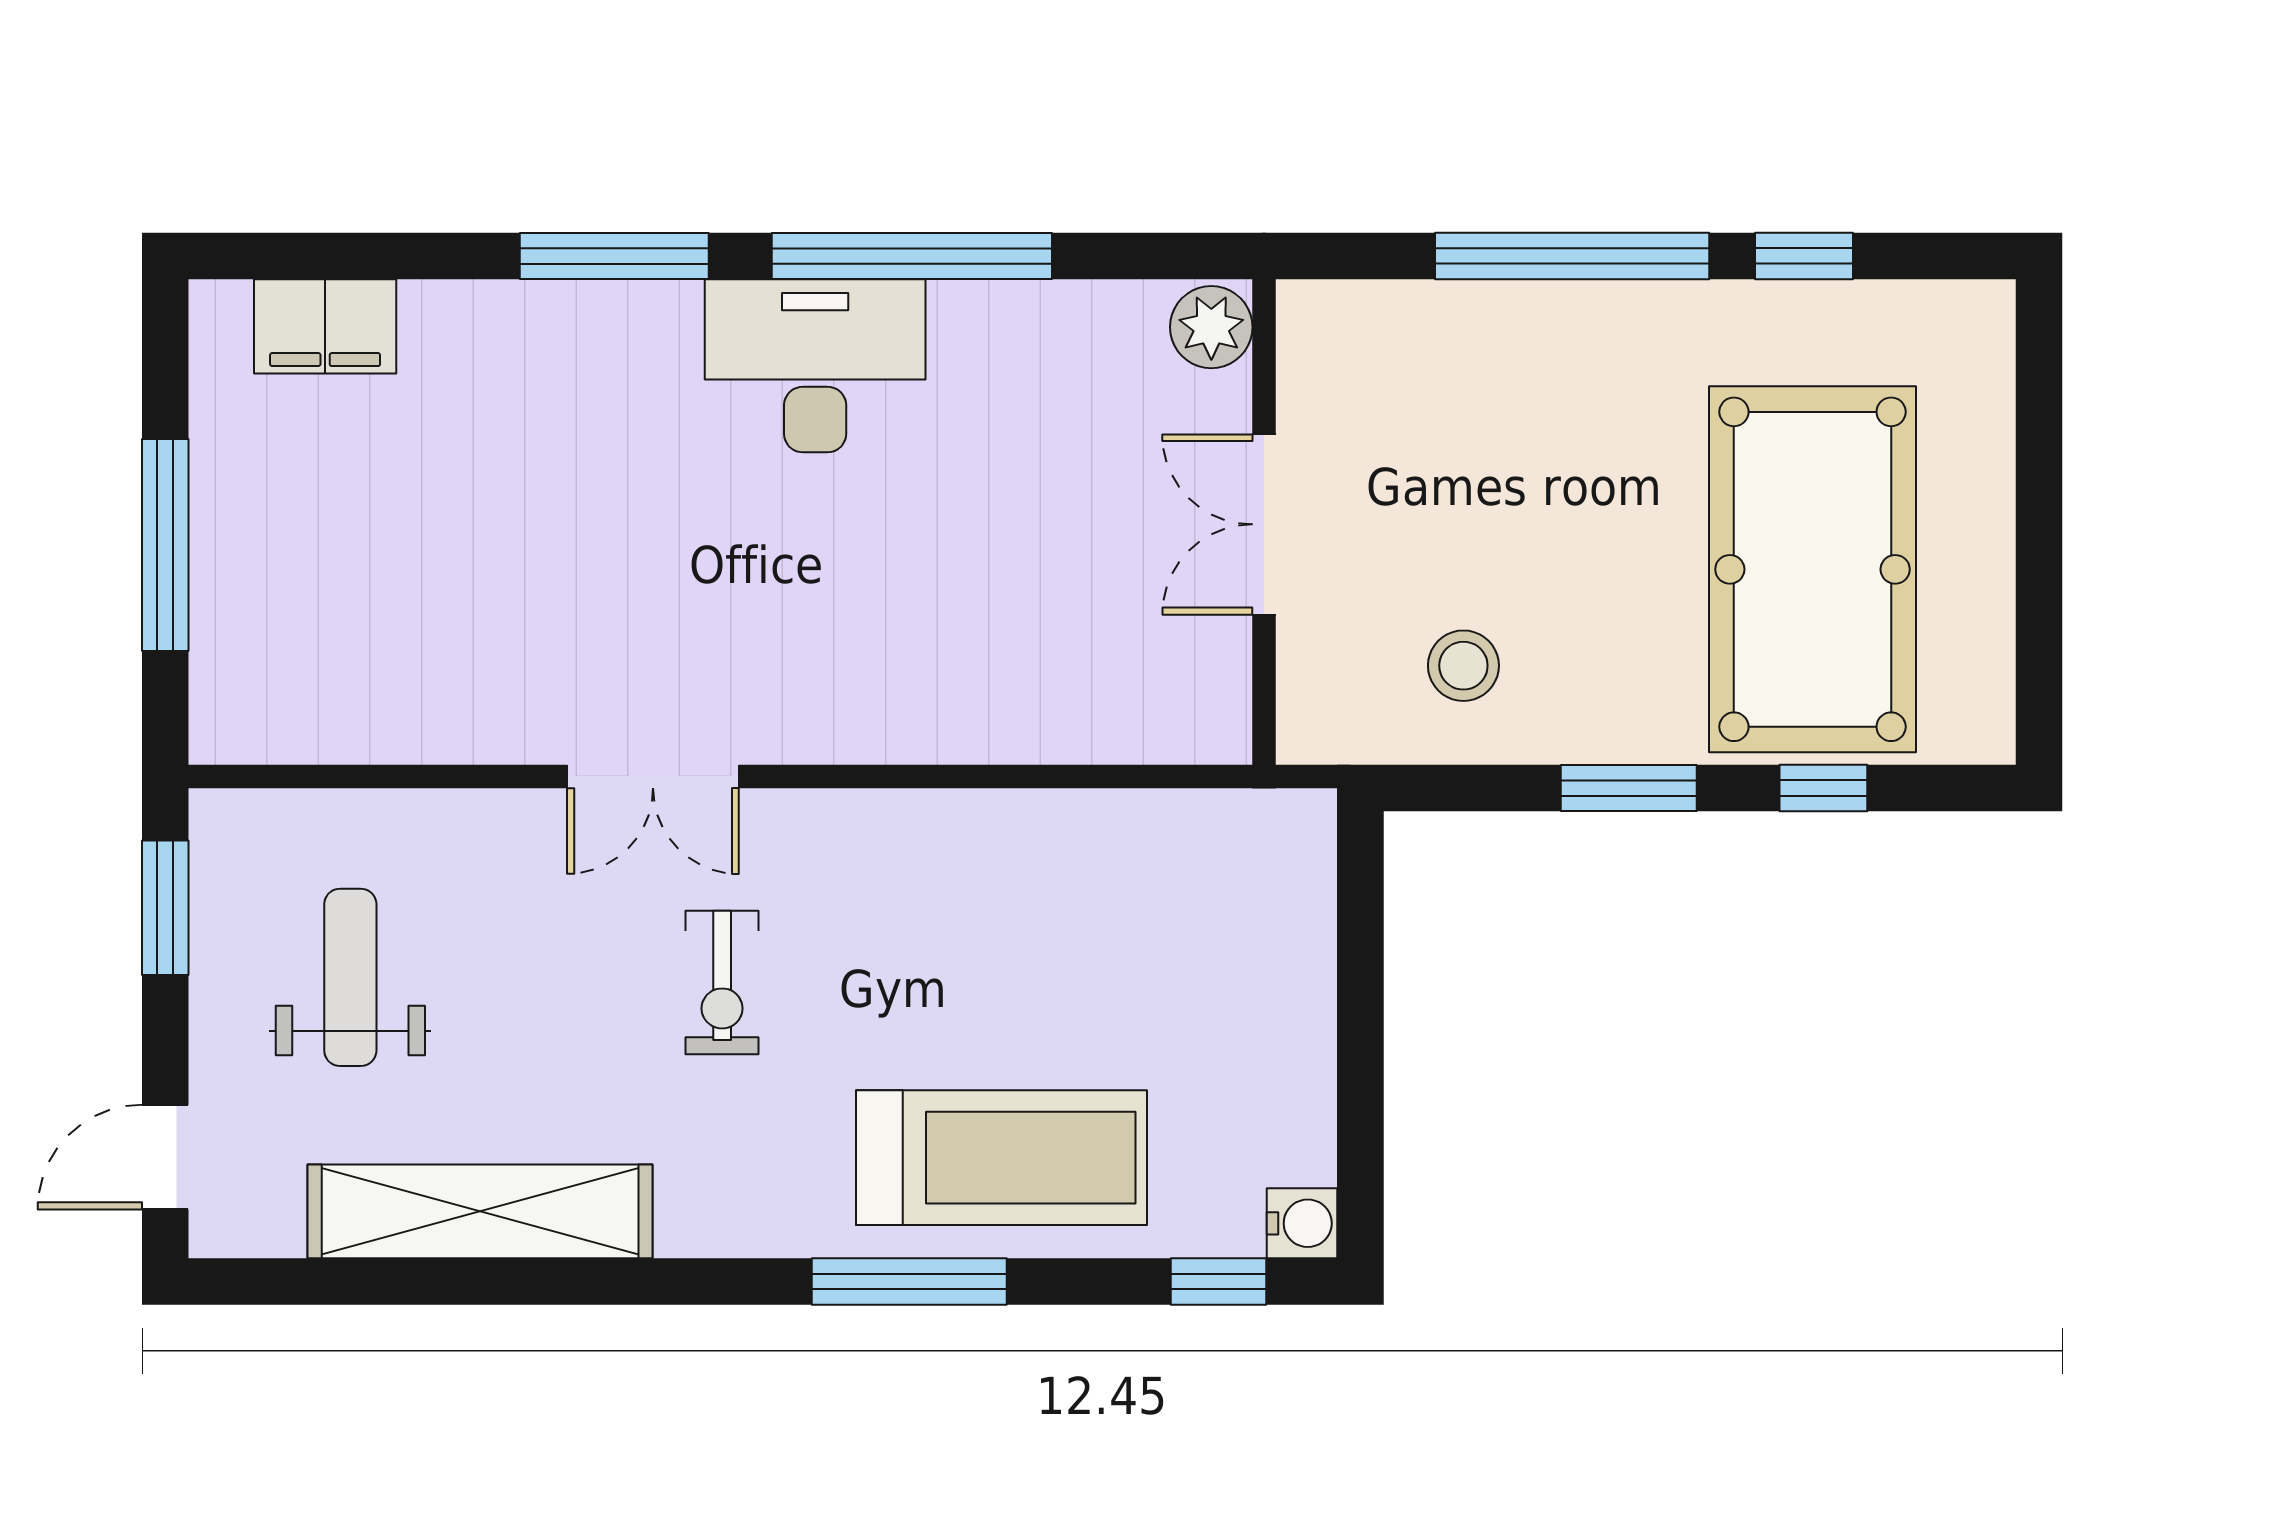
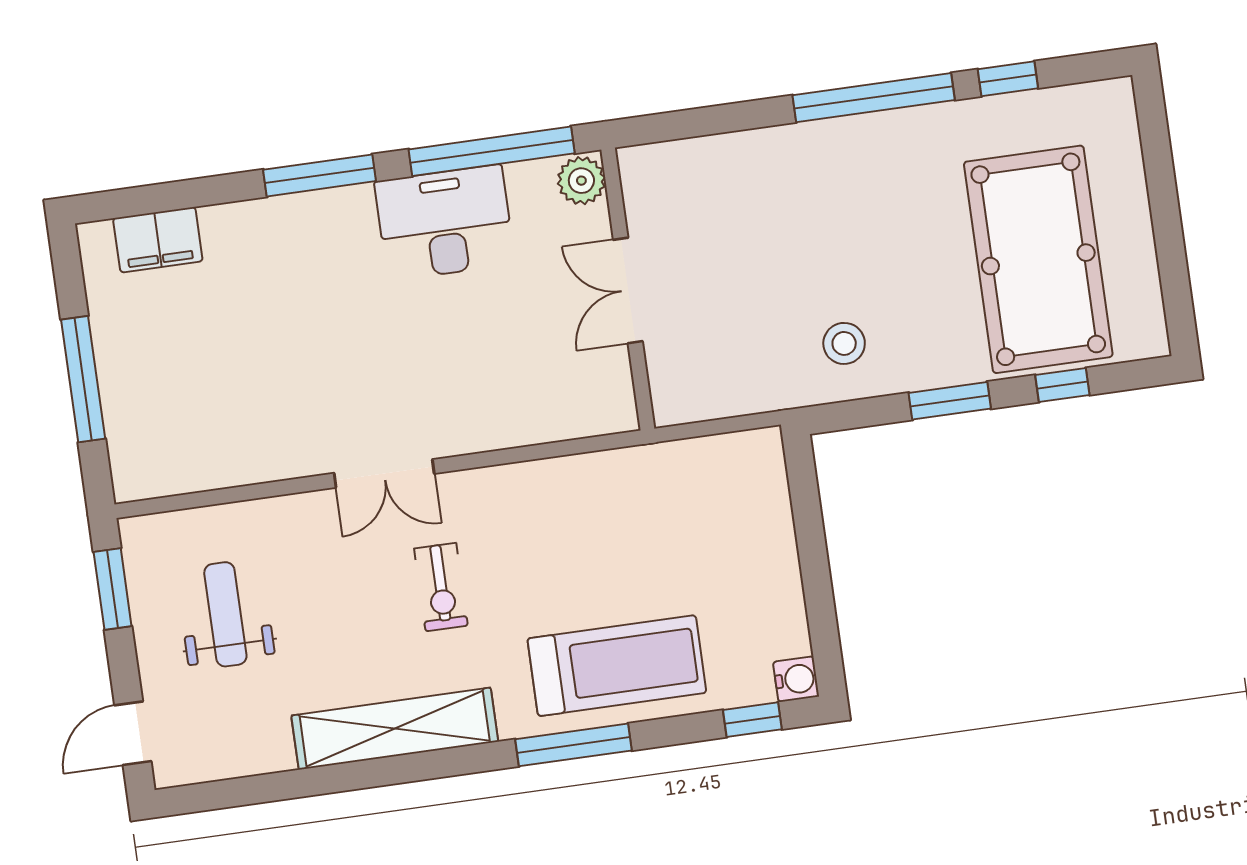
plant: (1211, 327) -> (581, 181), moved
wall: (1264, 522) -> (628, 289), moved
double door: (1264, 524) -> (628, 290), moved
shelving: (480, 1211) -> (395, 729), moved

